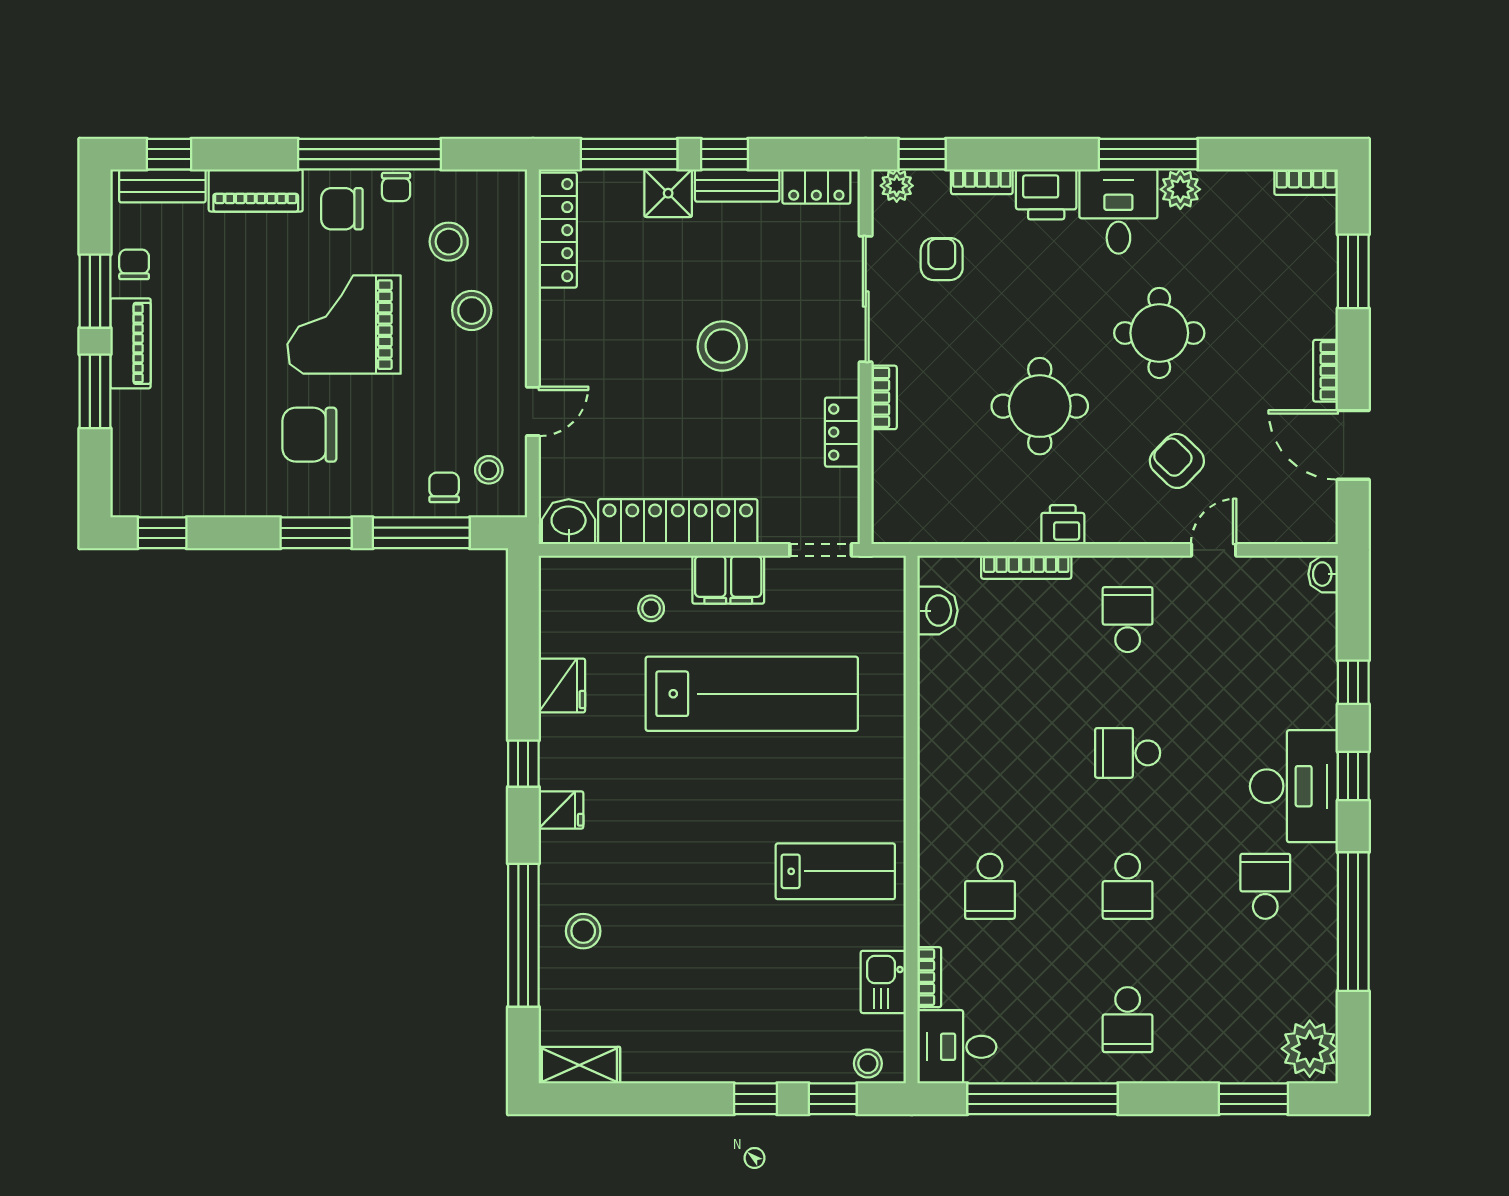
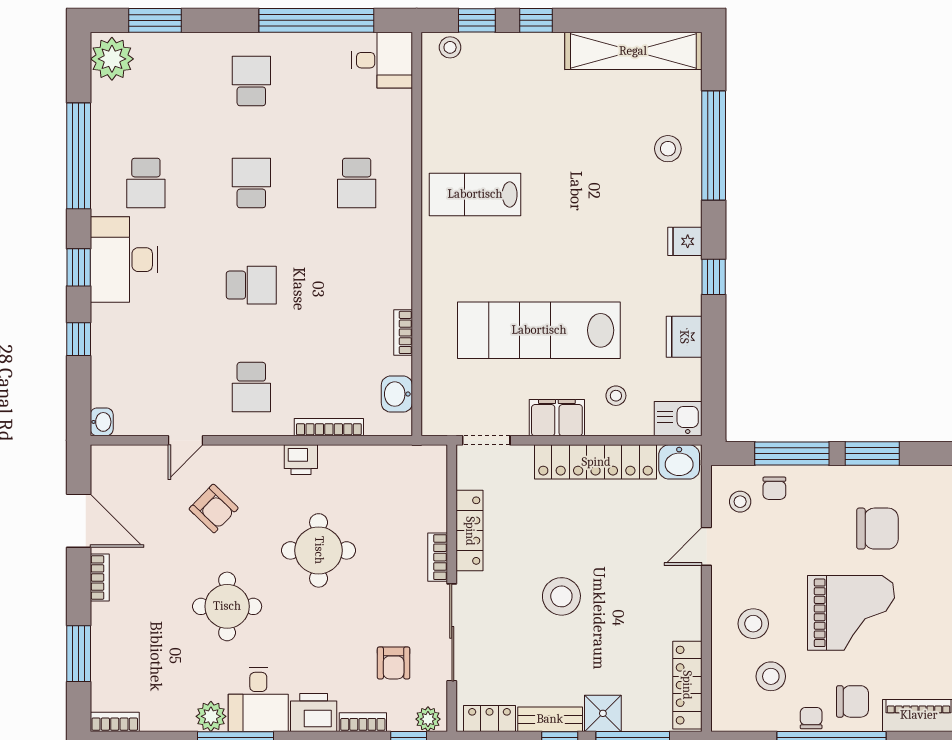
locker: (842, 432) -> (470, 531), width x1.53
school desk: (990, 886) -> (357, 183), turned 180
bookcase: (929, 977) -> (403, 332), moved
kitchen sink: (883, 982) -> (678, 419), moved, turned -90
shelving: (579, 1065) -> (633, 51), width x2.20, depth x1.33

